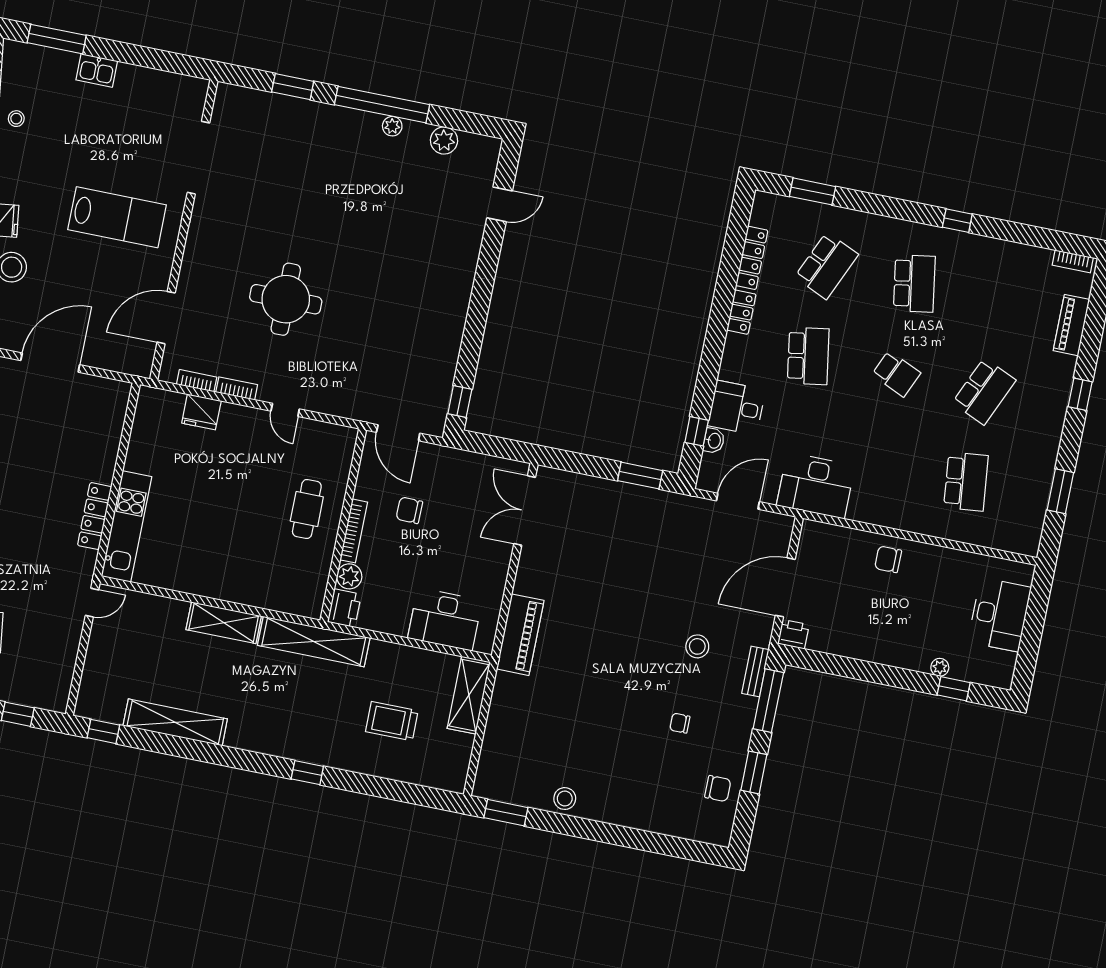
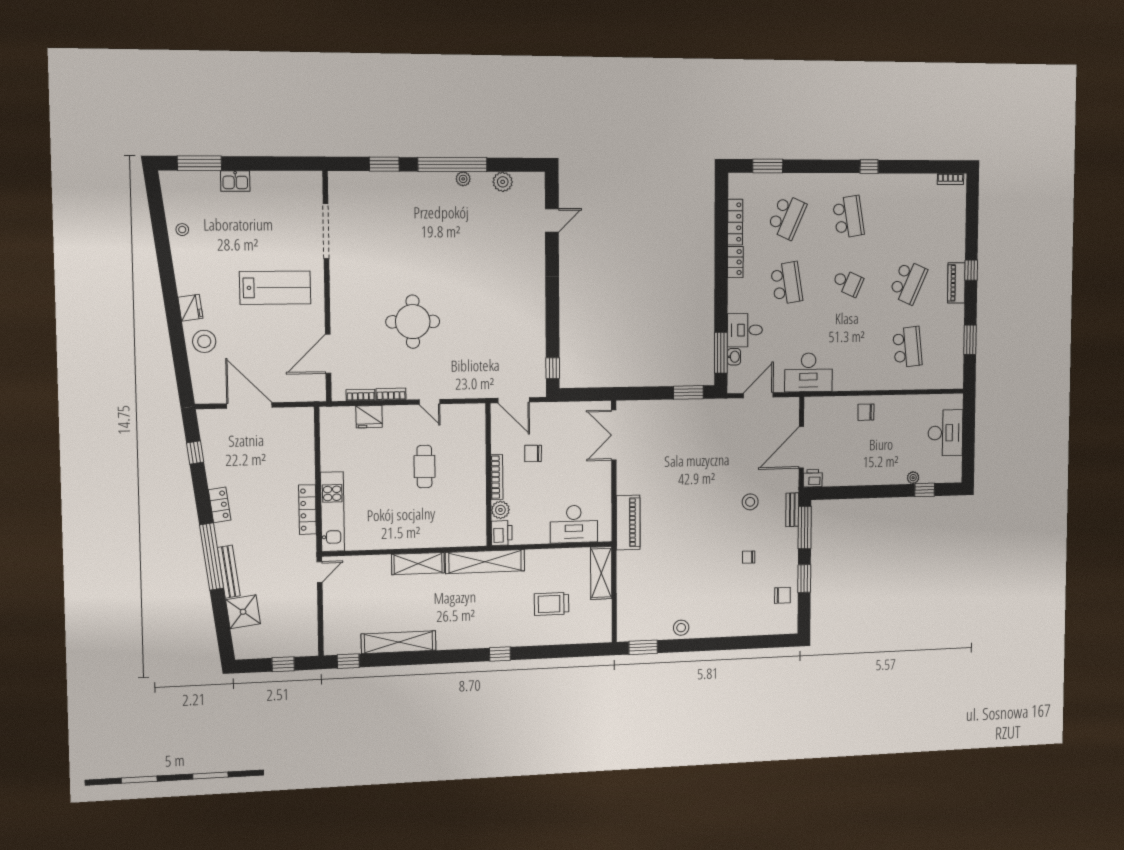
piano: (1071, 325) -> (956, 283), moved
door: (50, 363) -> (249, 405), hinge flipped
window: (697, 431) -> (721, 353), width x2.17
cafe table: (307, 509) -> (424, 467), moved

